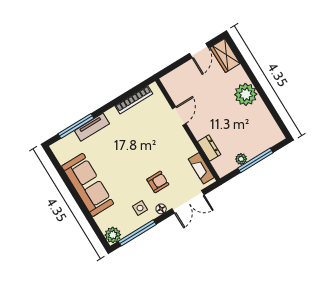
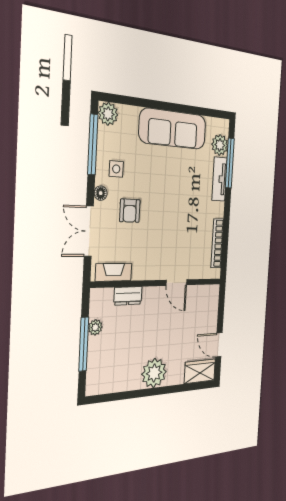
plant: (71, 142) -> (220, 145), added

